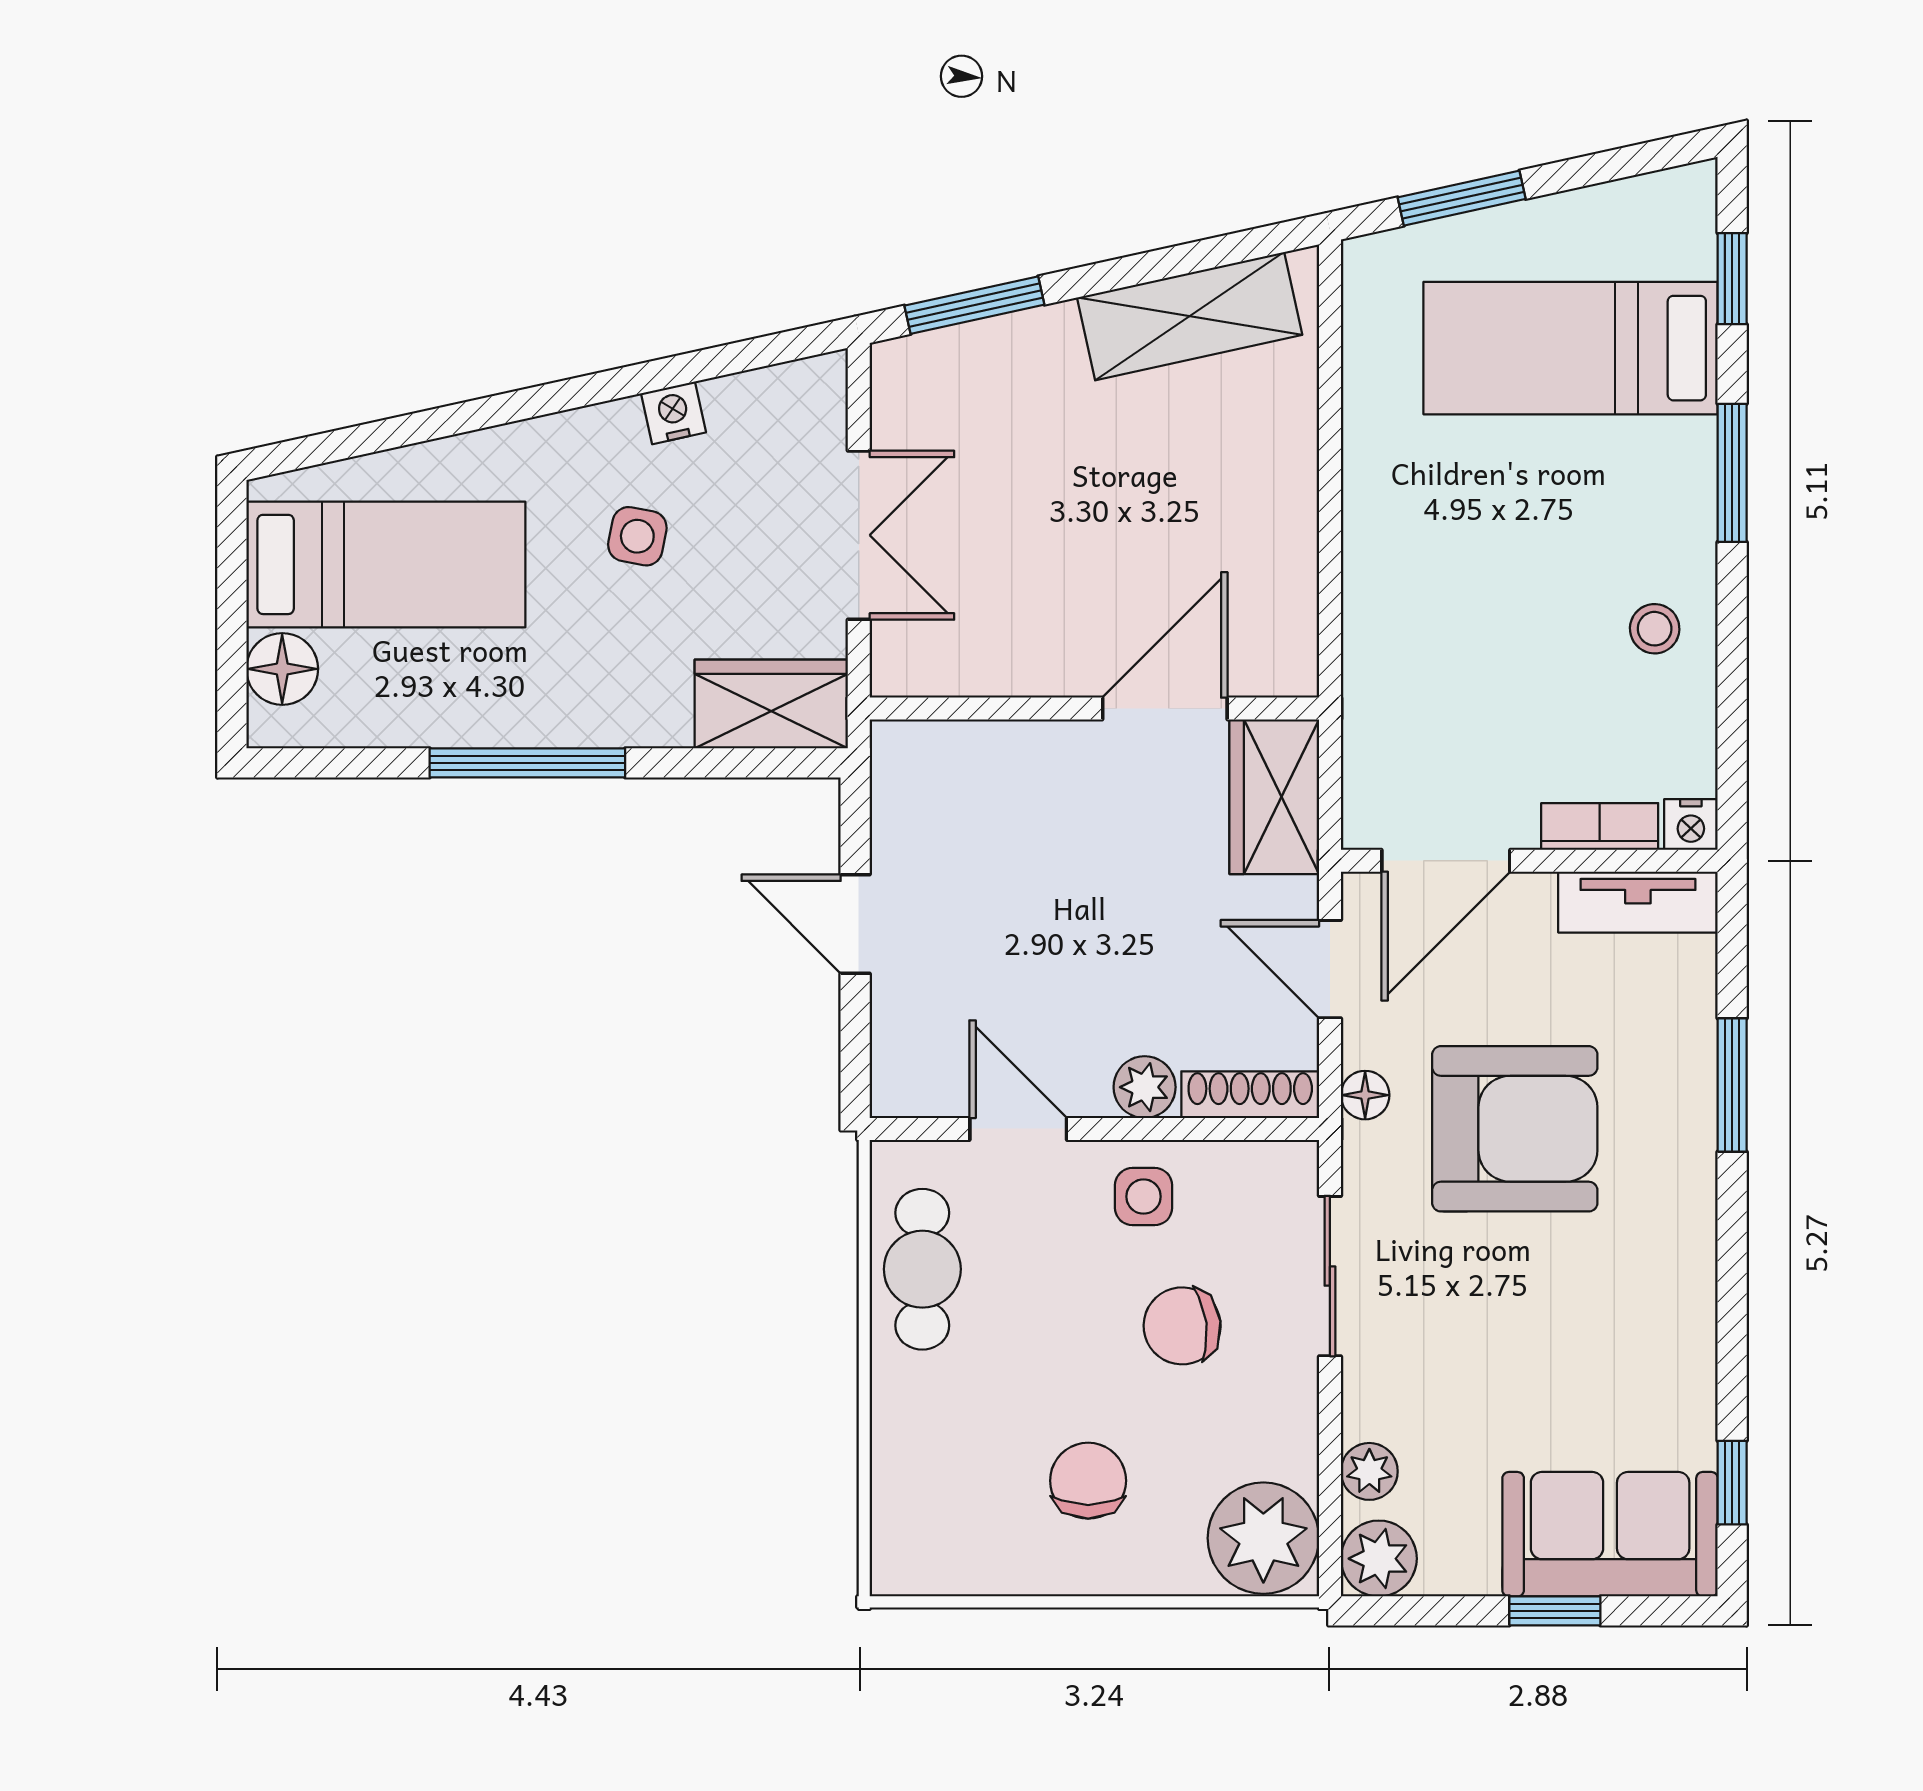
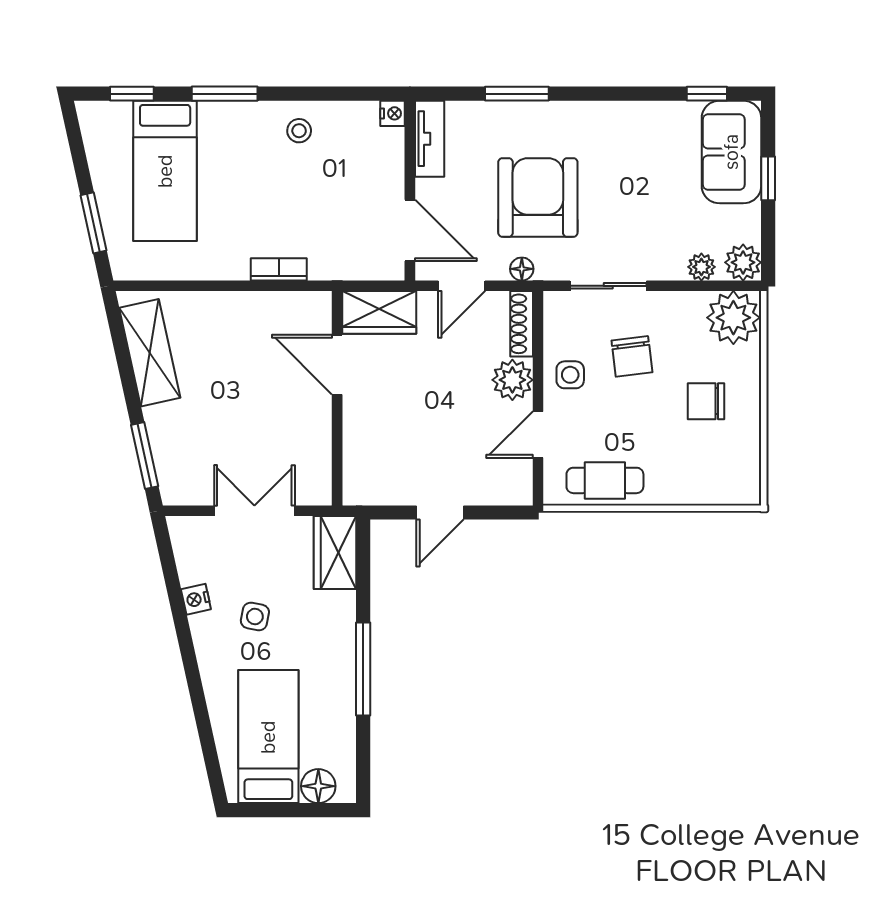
bookcase: (1600, 826) -> (279, 269), moved, turned 90
plant: (1145, 1087) -> (512, 380), width x1.38, depth x1.38

